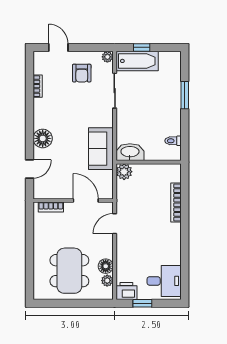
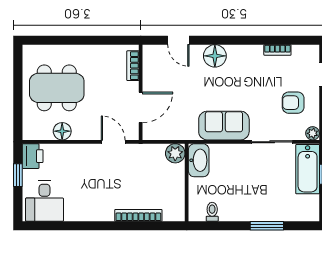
sofa: (101, 149) -> (224, 126), moved
plant: (107, 281) -> (45, 133), removed

